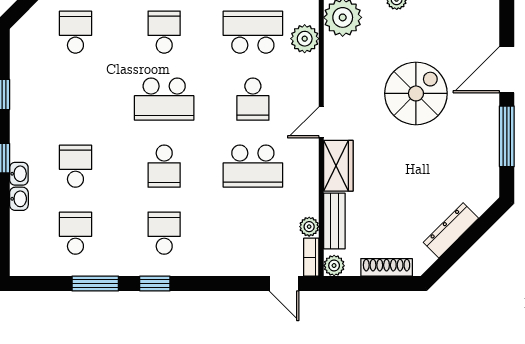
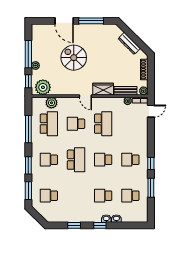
school desk: (253, 32) -> (49, 124), turned 180
school desk: (253, 99) -> (76, 124), turned 180
school desk: (164, 166) -> (103, 160), turned 180

